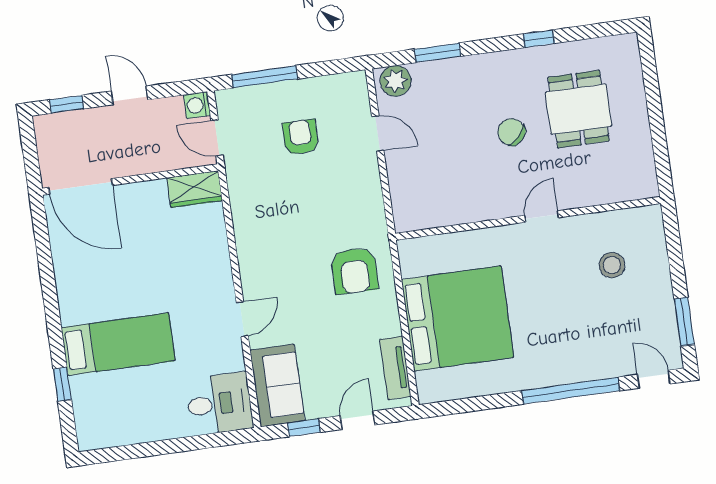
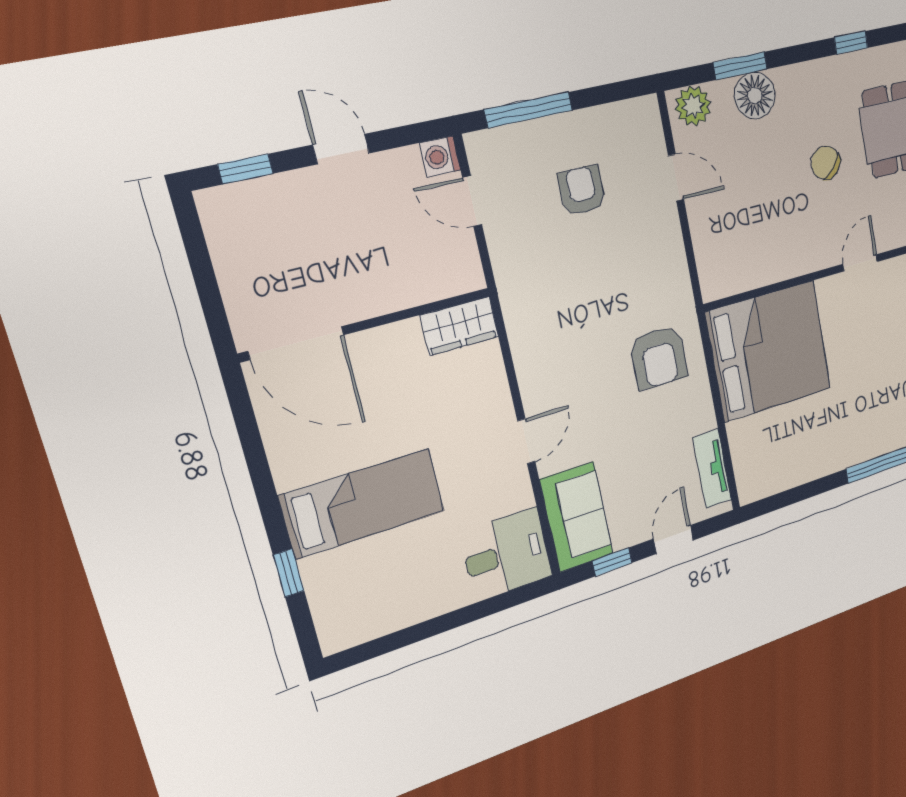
floor lamp: (449, 76) -> (755, 96), added
wall: (130, 180) -> (368, 324), moved
door: (81, 186) -> (296, 343), moved
wardrobe: (195, 189) -> (460, 326), moved
bed: (457, 318) -> (769, 351), moved

